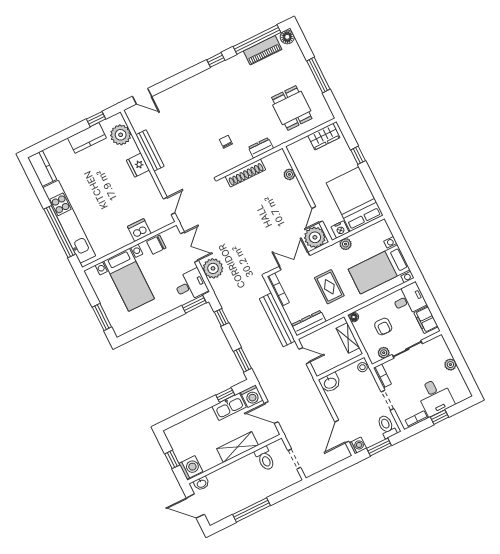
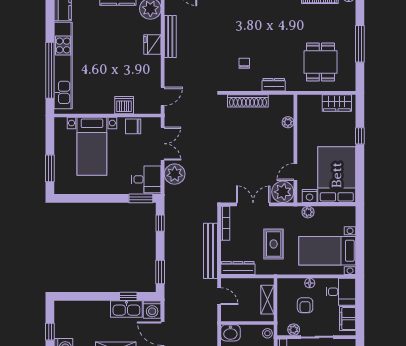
floor lamp: (354, 317) -> (310, 283), moved

